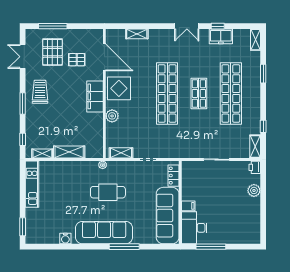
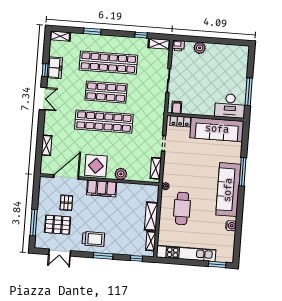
trolley: (40, 92) -> (93, 239), turned 180
shop shelf: (199, 93) -> (106, 92), width x1.43, depth x1.36
kitchen unit: (32, 184) -> (186, 253), width x1.36
cafe table: (108, 192) -> (182, 208), moved
filing cabinet: (188, 206) -> (177, 107), moved

